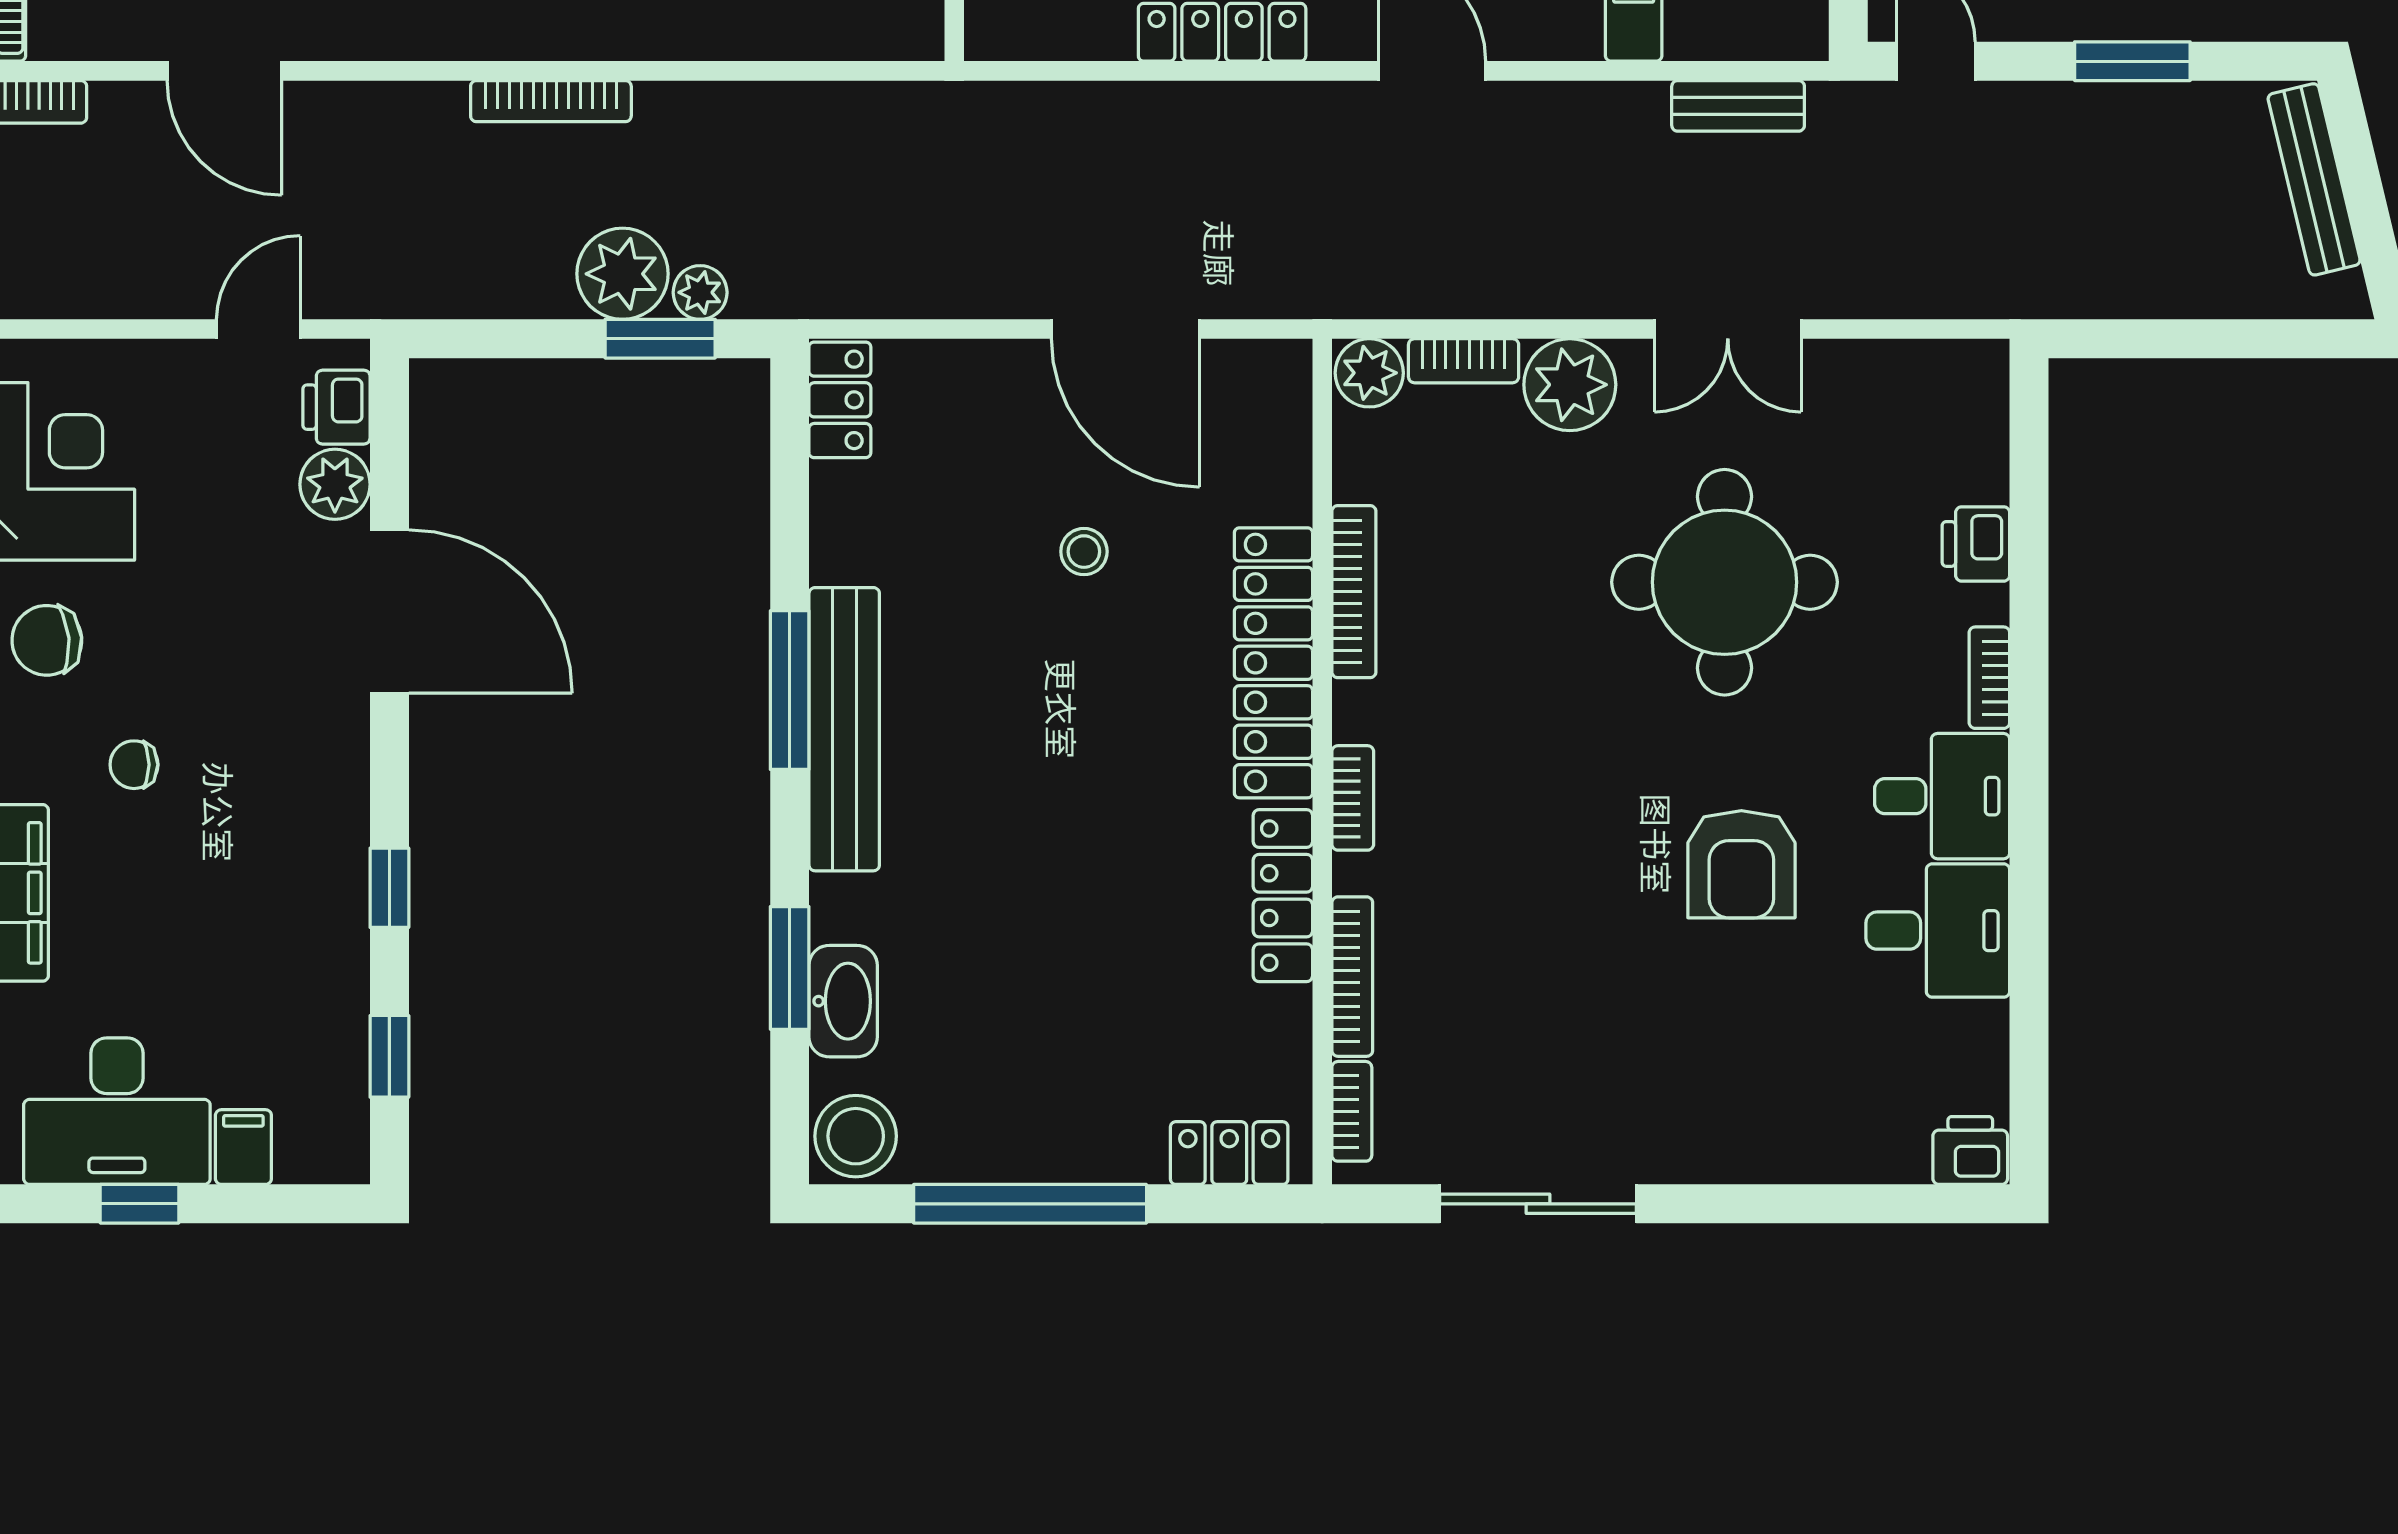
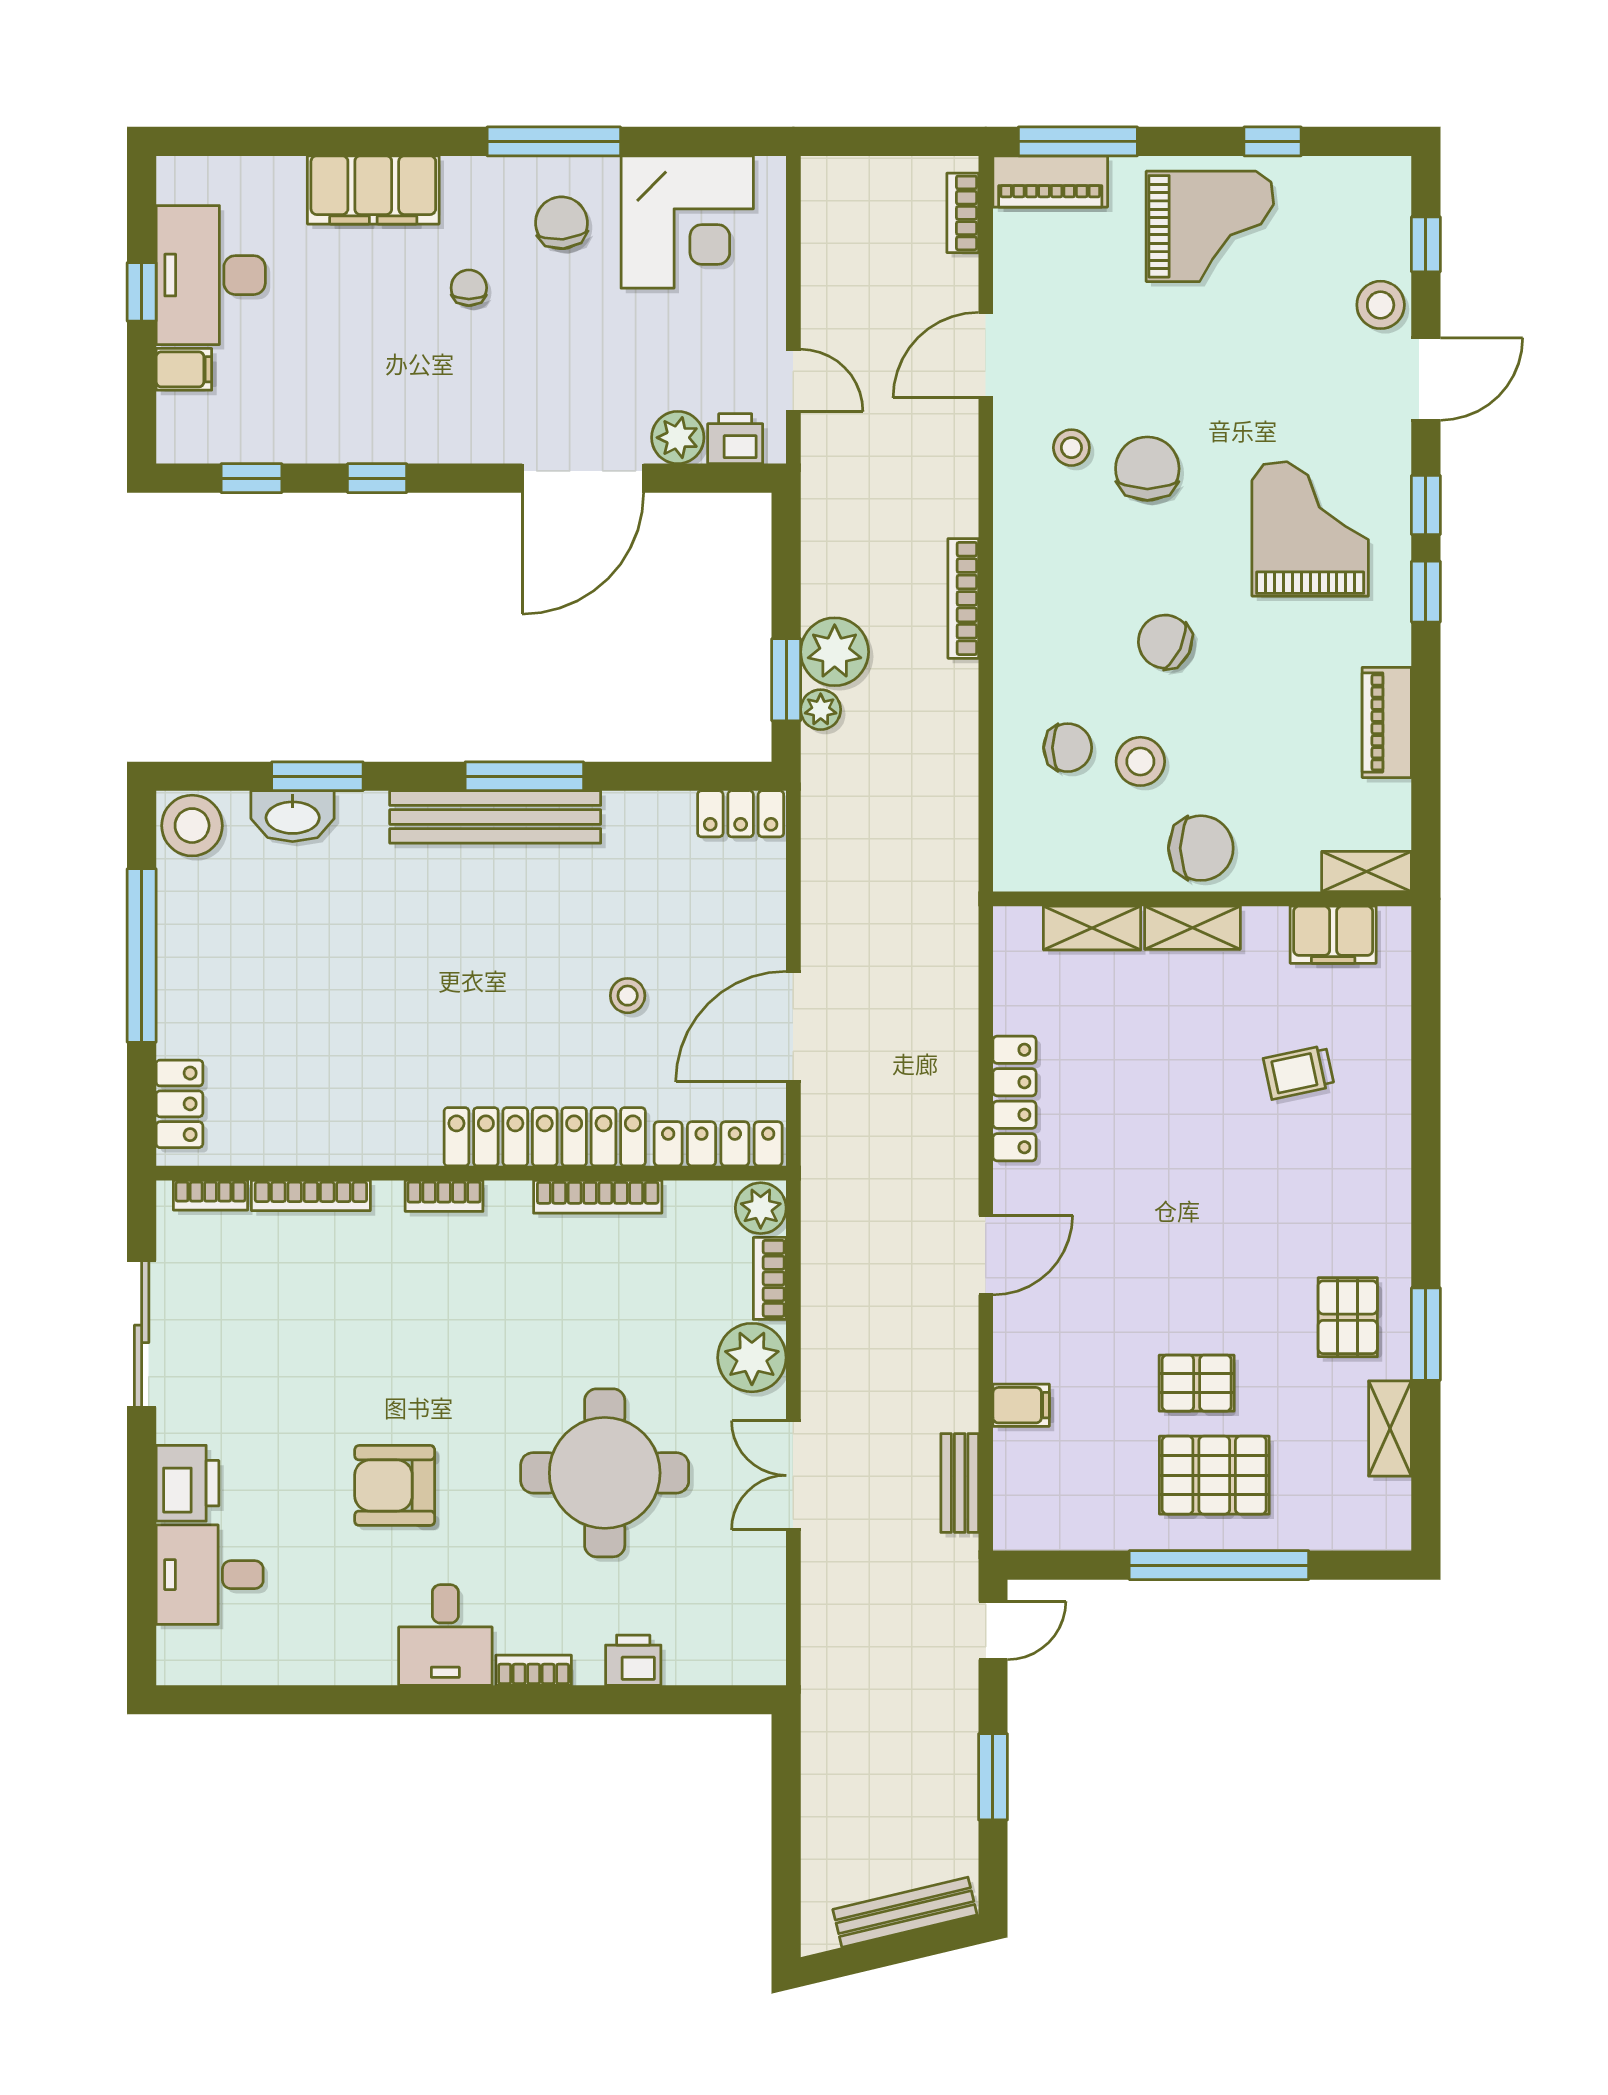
locker: (1283, 896) -> (718, 1144), moved
desk: (1938, 931) -> (210, 1575), moved, turned 90
printer: (1970, 1150) -> (187, 1483), moved, width x1.36, depth x1.24

